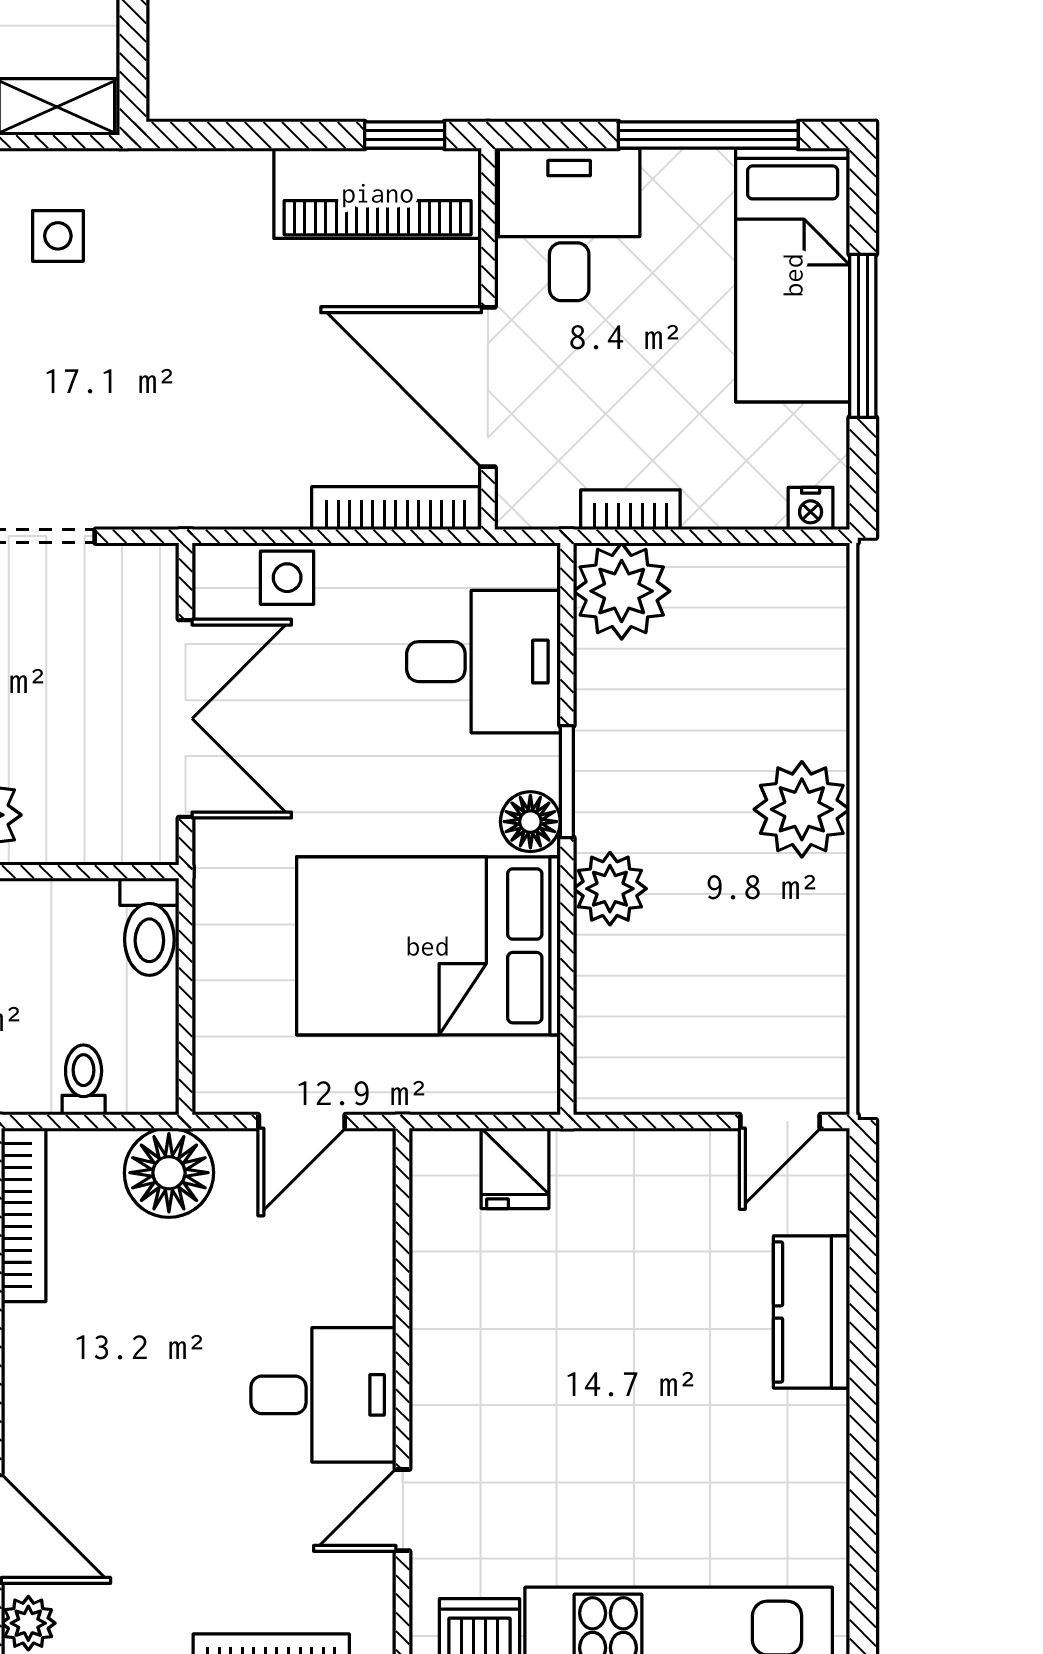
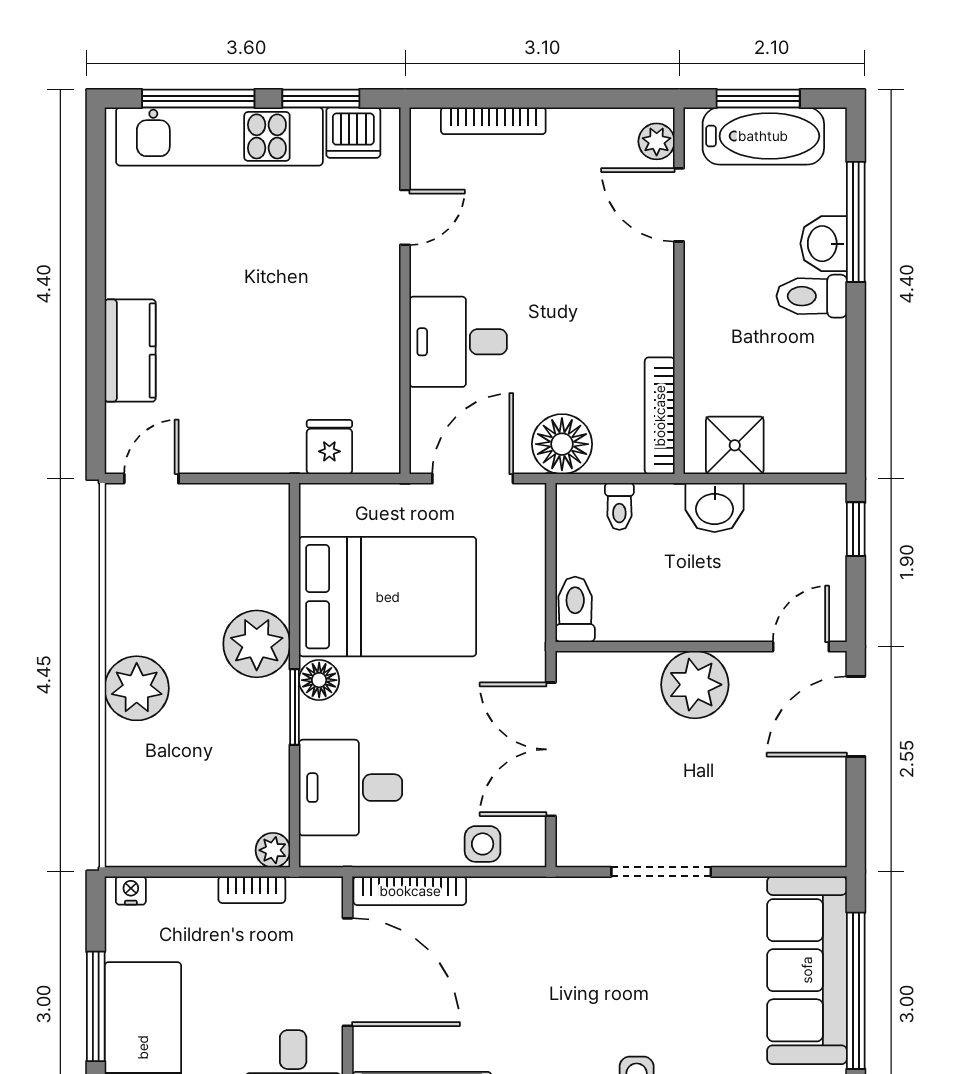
plant: (622, 591) -> (273, 850), width x0.53, depth x0.53
plant: (610, 889) -> (257, 644), width x1.36, depth x1.36
door: (302, 1121) -> (473, 479), width x1.38
desk: (323, 1395) -> (458, 342), moved

